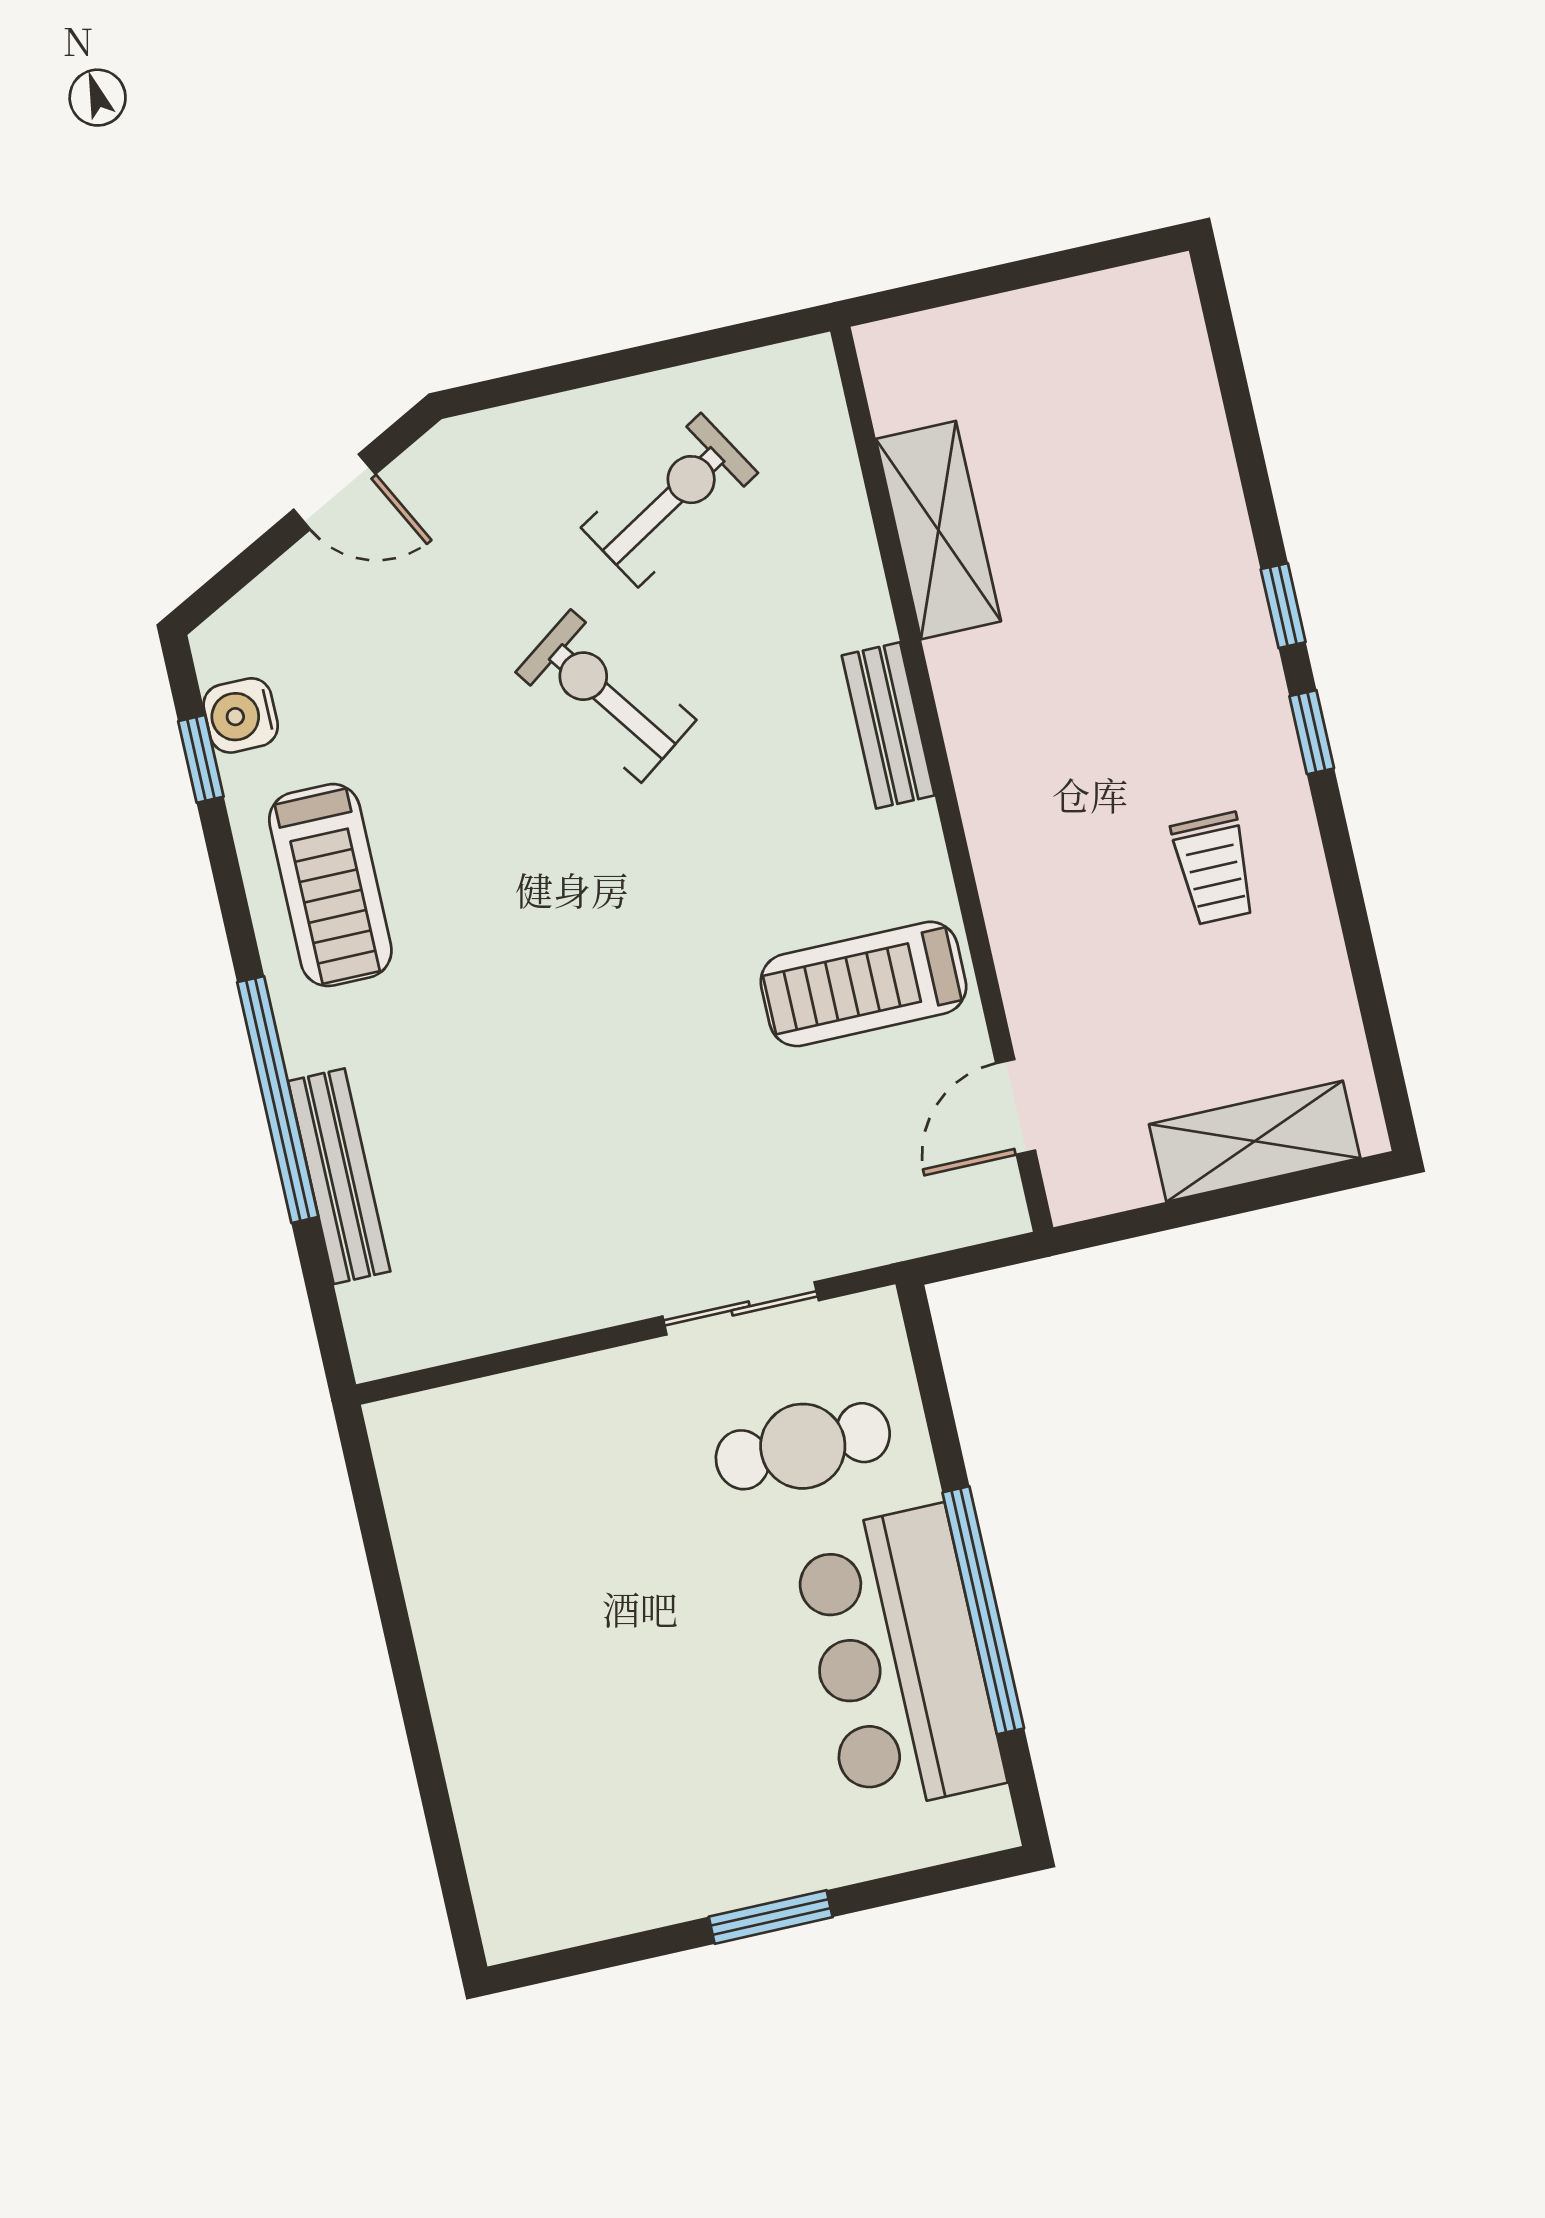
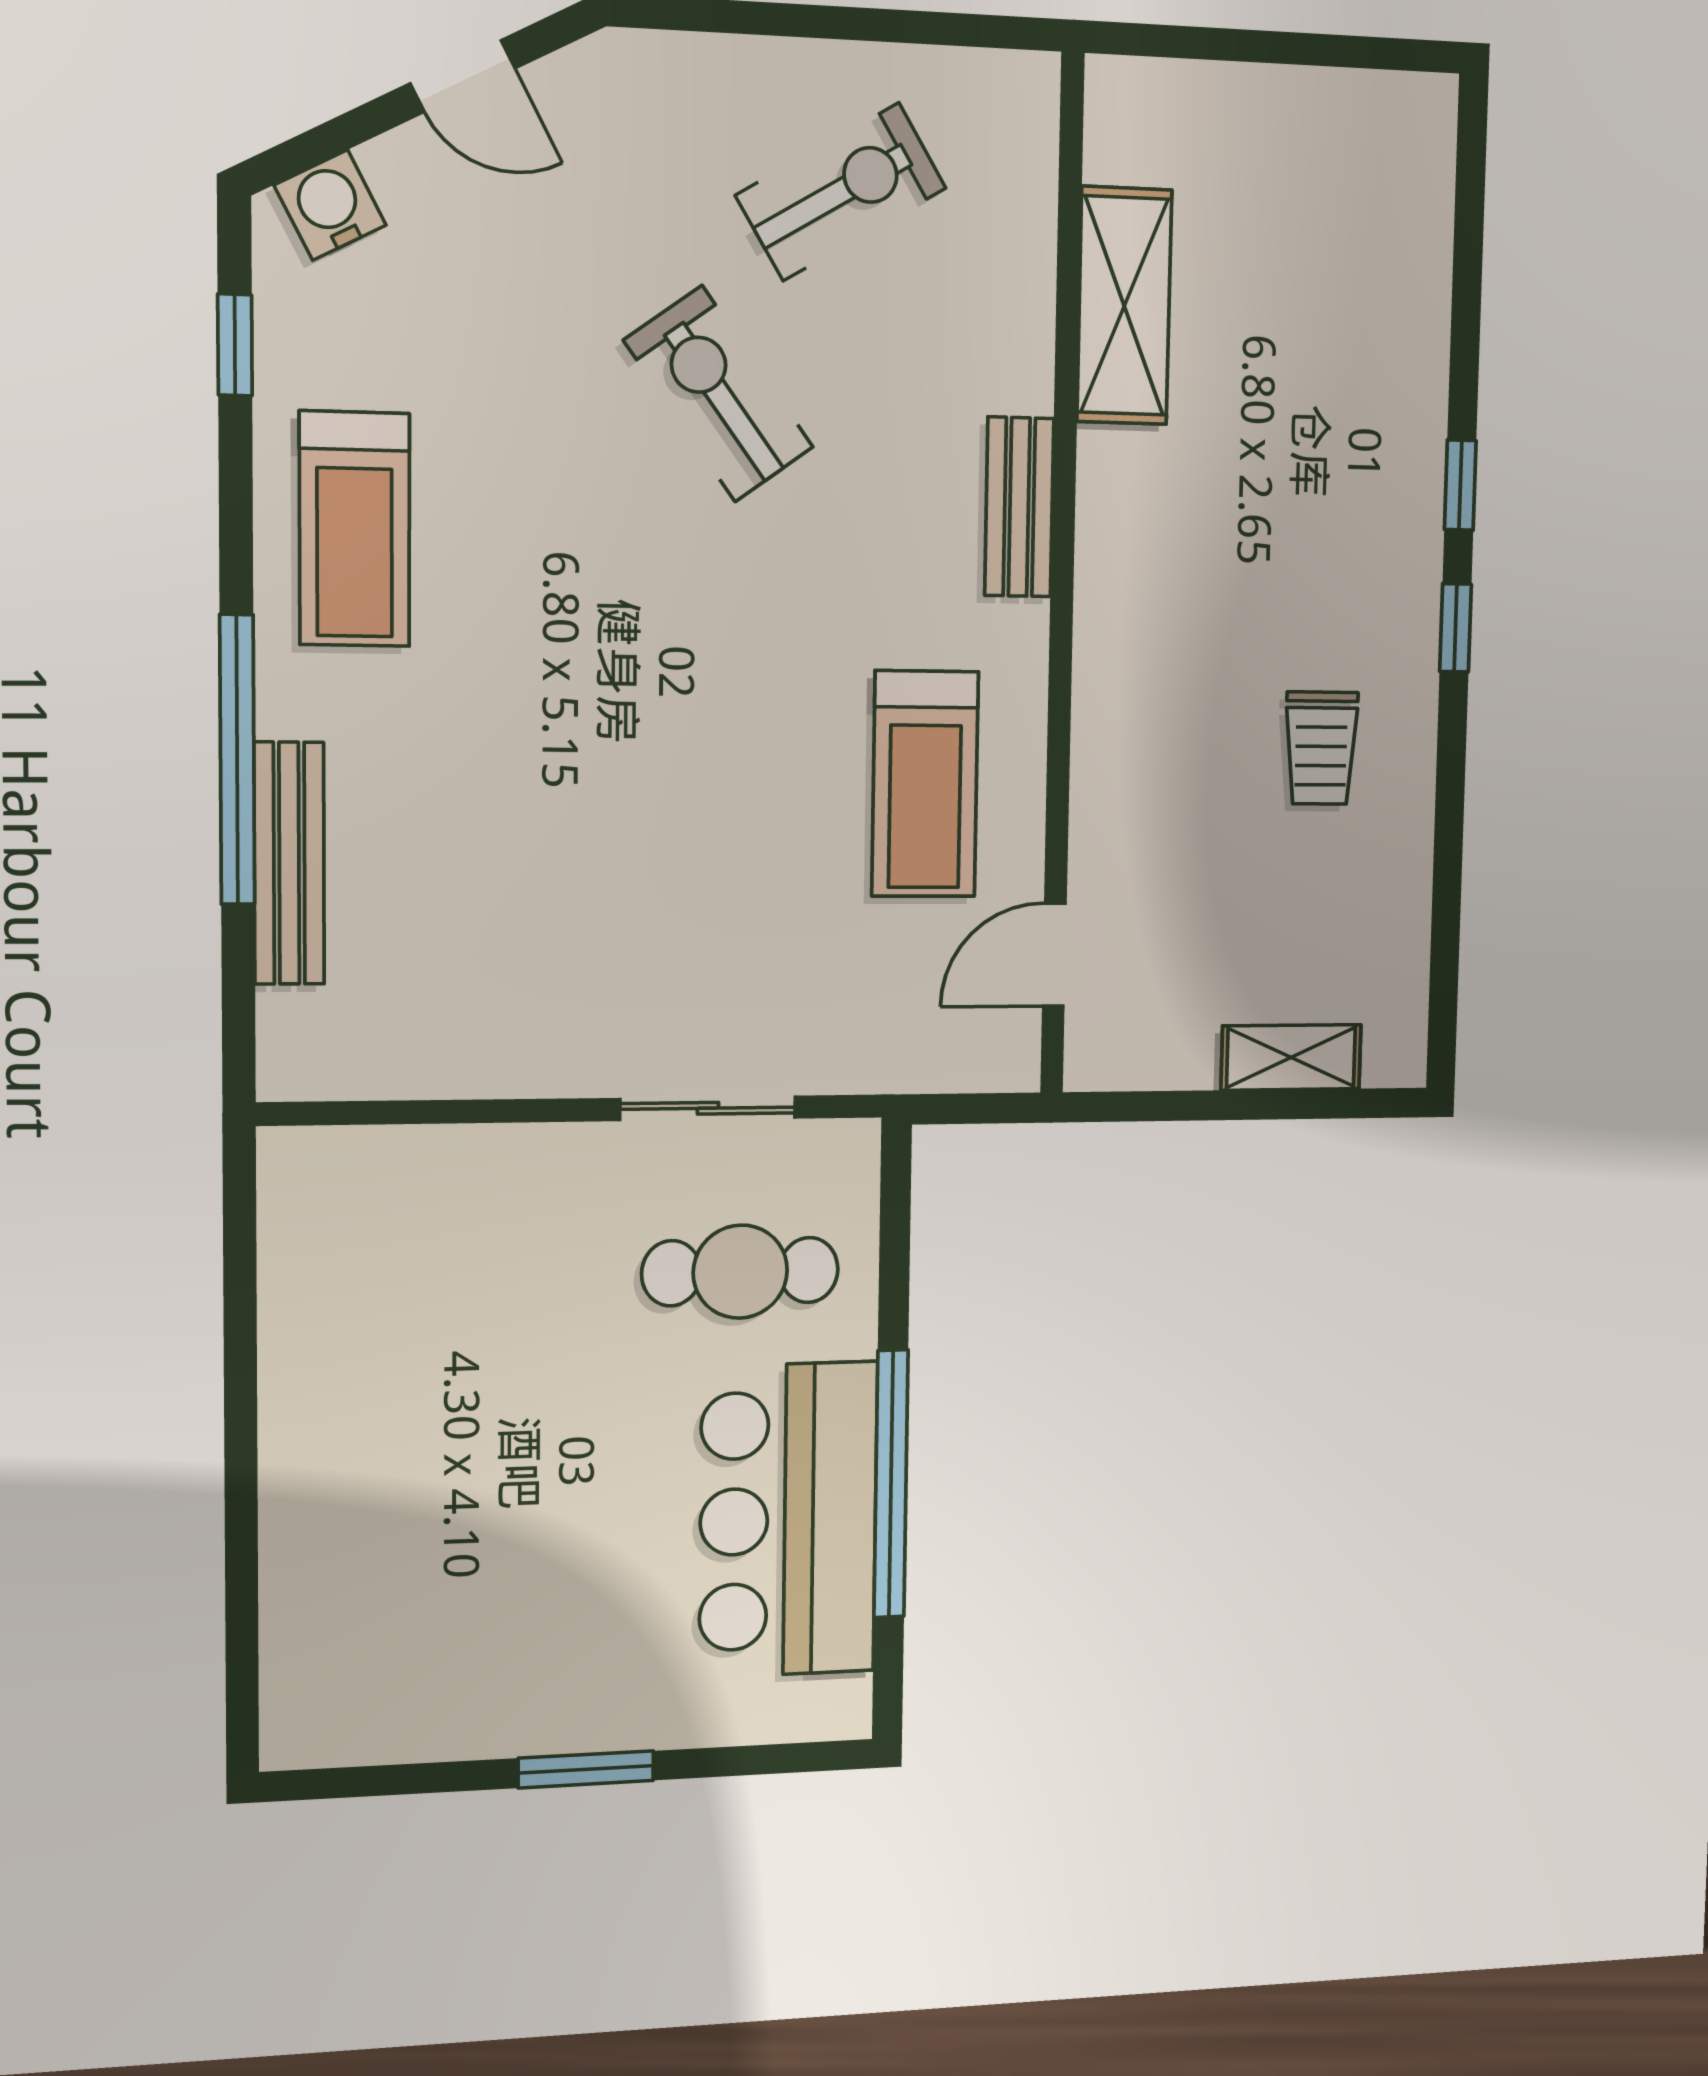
water cooler: (241, 715) -> (330, 205), moved, turned 62
treadmill: (863, 984) -> (925, 784), turned -90
shelving: (1255, 1141) -> (1291, 1057), width x0.67, depth x0.75

